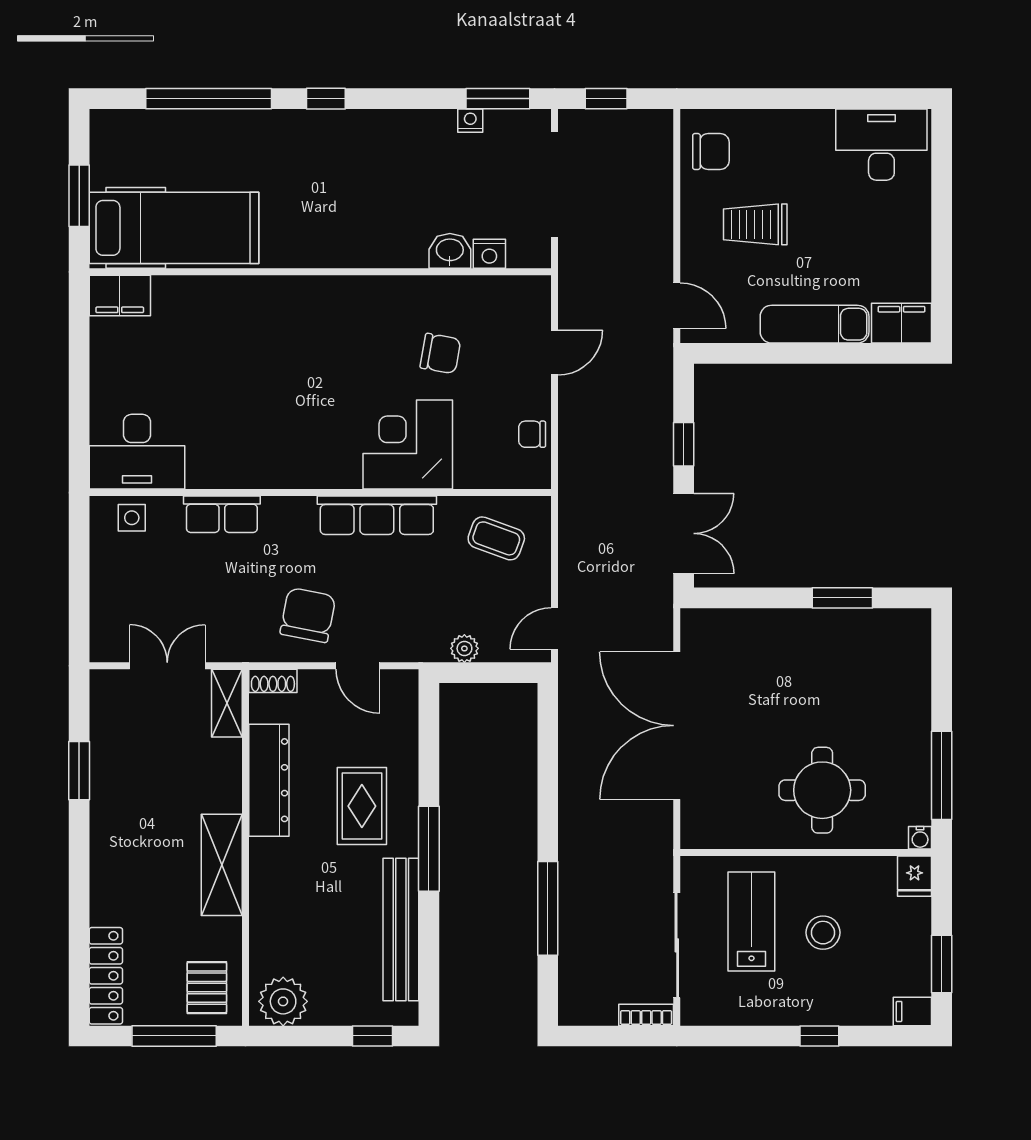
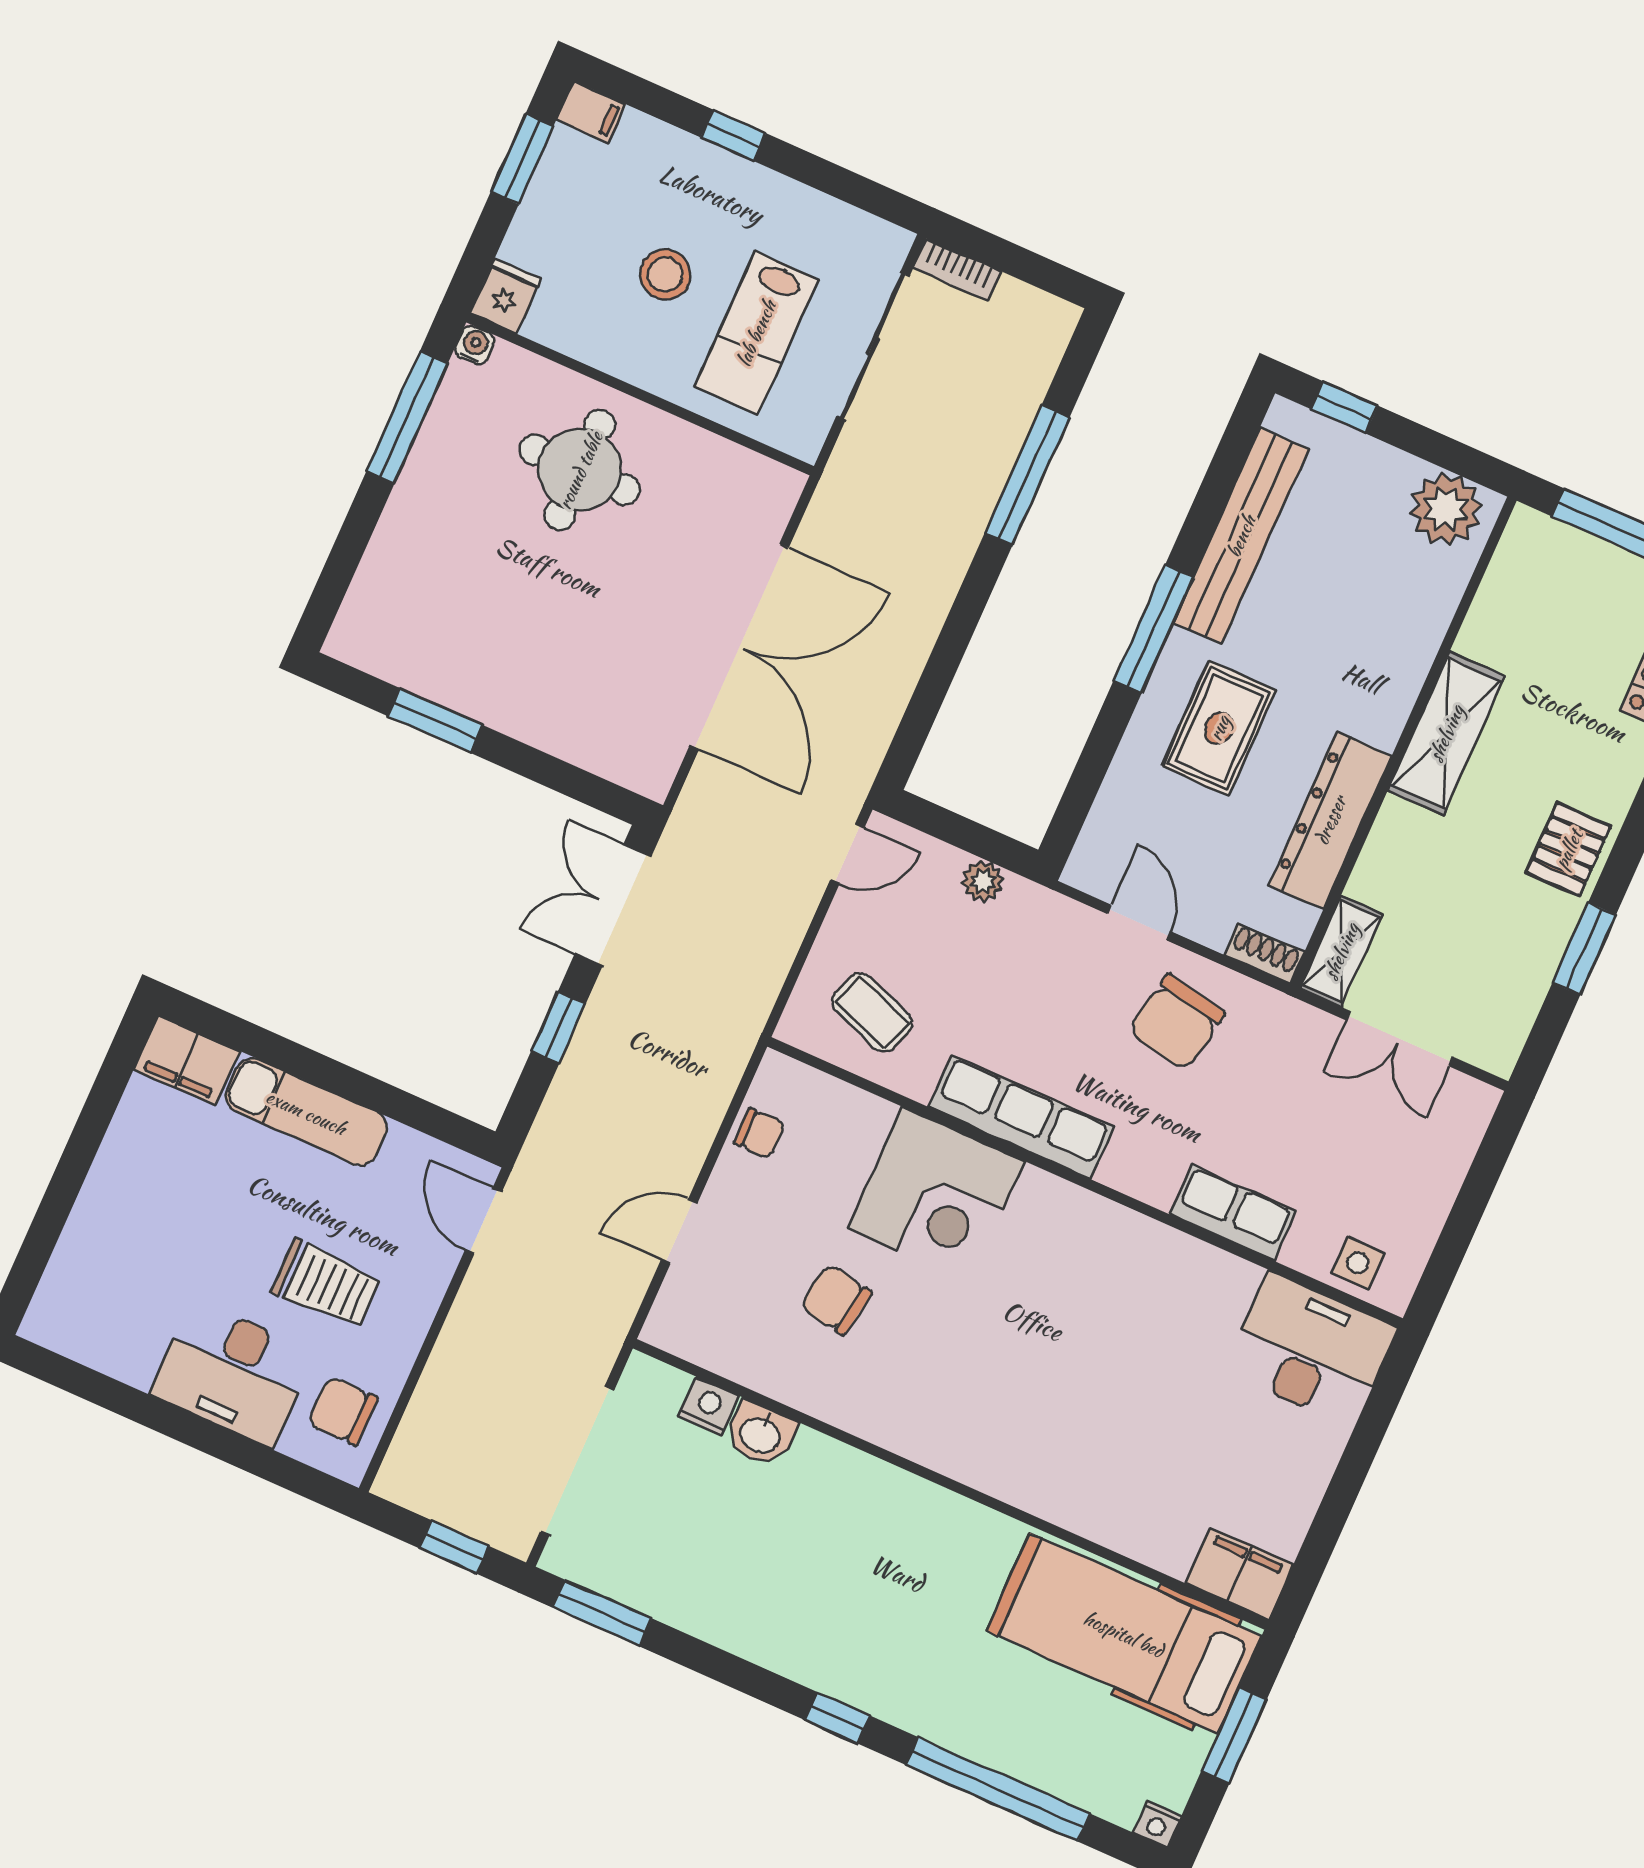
nightstand: (470, 121) -> (1157, 1824), moved
desk: (881, 145) -> (233, 1373), moved
pallet: (207, 988) -> (1568, 849), moved

